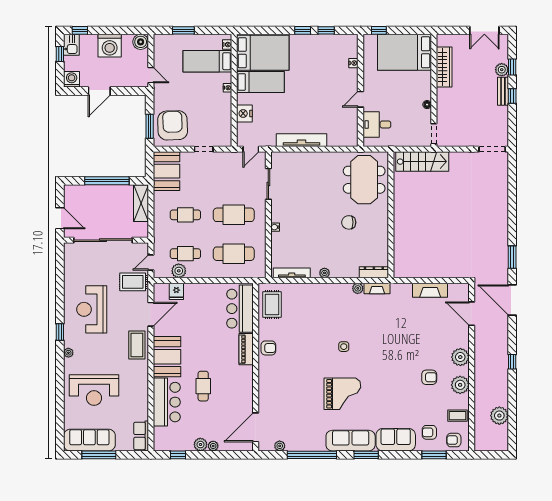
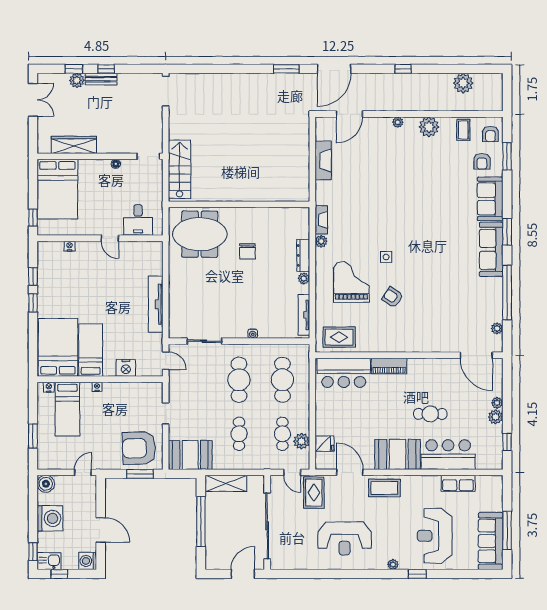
dresser: (374, 272) -> (303, 255), moved
window: (60, 332) -> (417, 574), moved
armchair: (268, 348) -> (392, 297), moved, turned -56
plant: (460, 357) -> (398, 122), width x0.53, depth x0.53
armchair: (429, 377) -> (420, 162), removed
reception desk: (94, 390) -> (435, 536), turned 180
grand piano: (342, 394) -> (351, 282), moved
row of seats: (141, 436) -> (458, 483), moved

